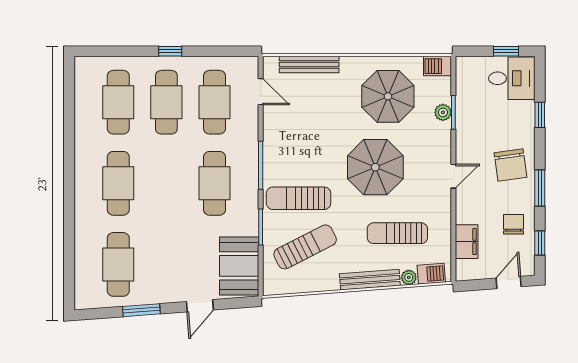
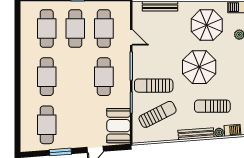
door: (261, 92) -> (131, 37), moved

